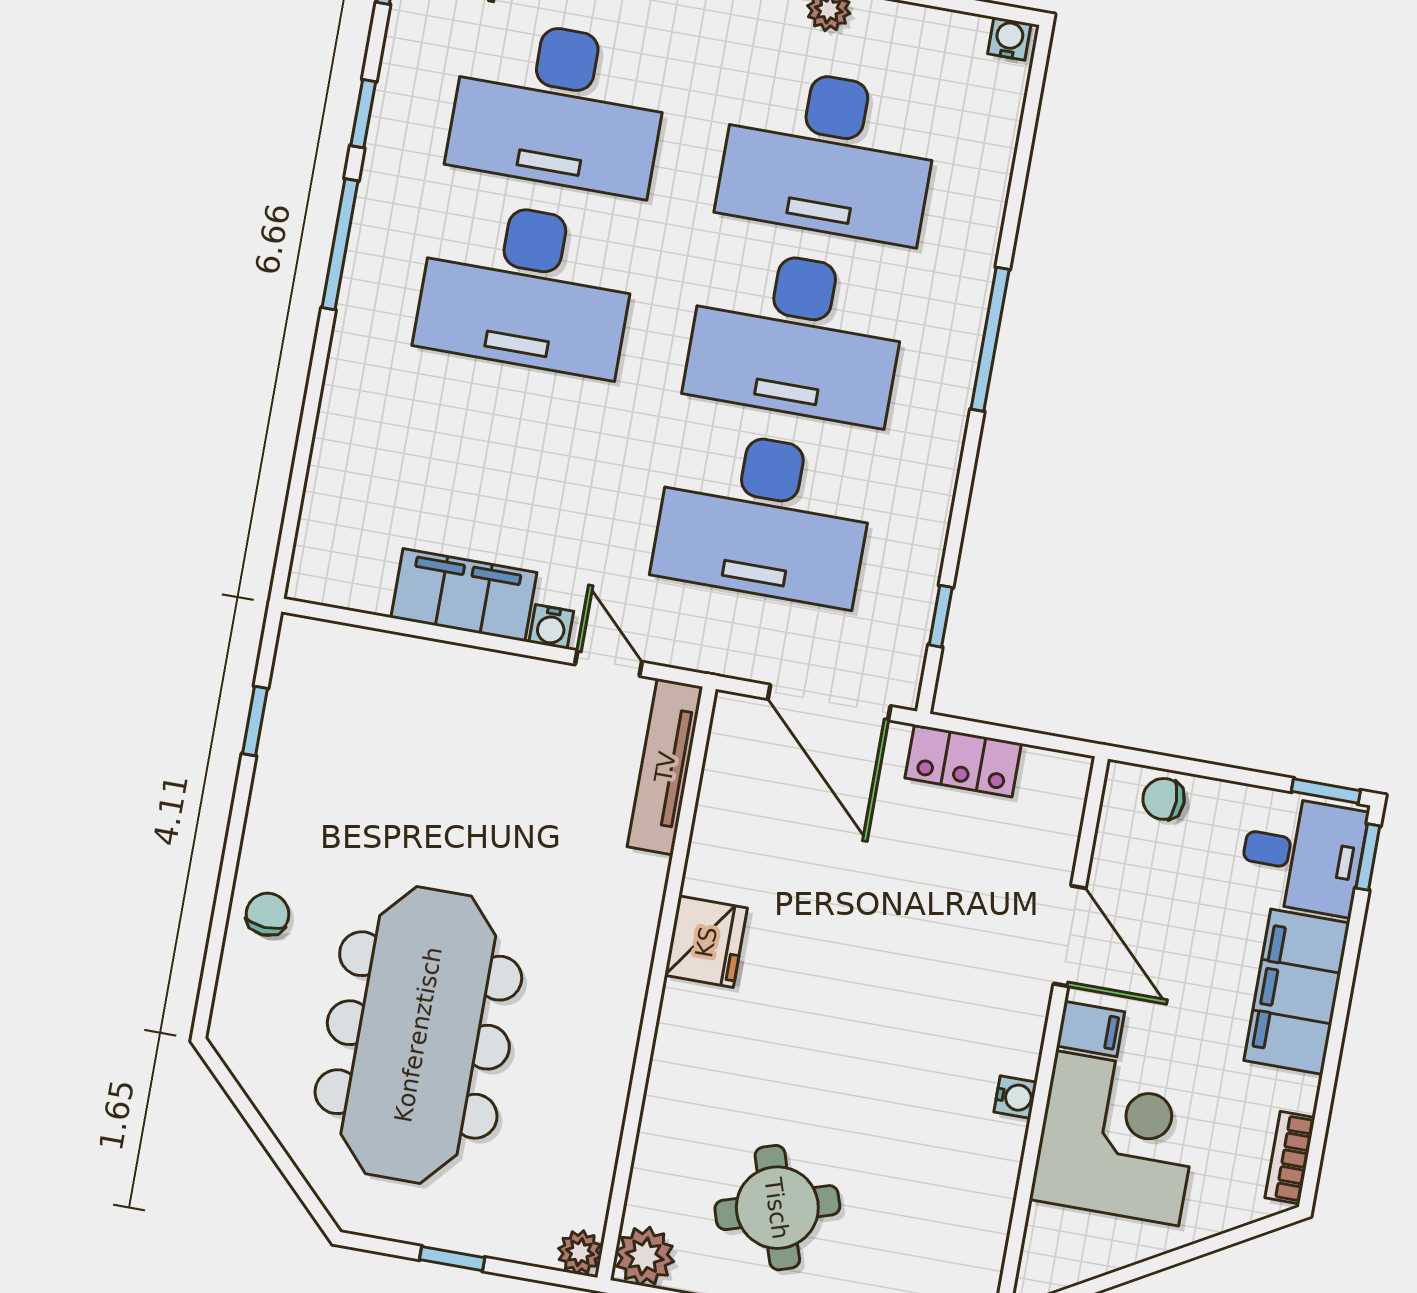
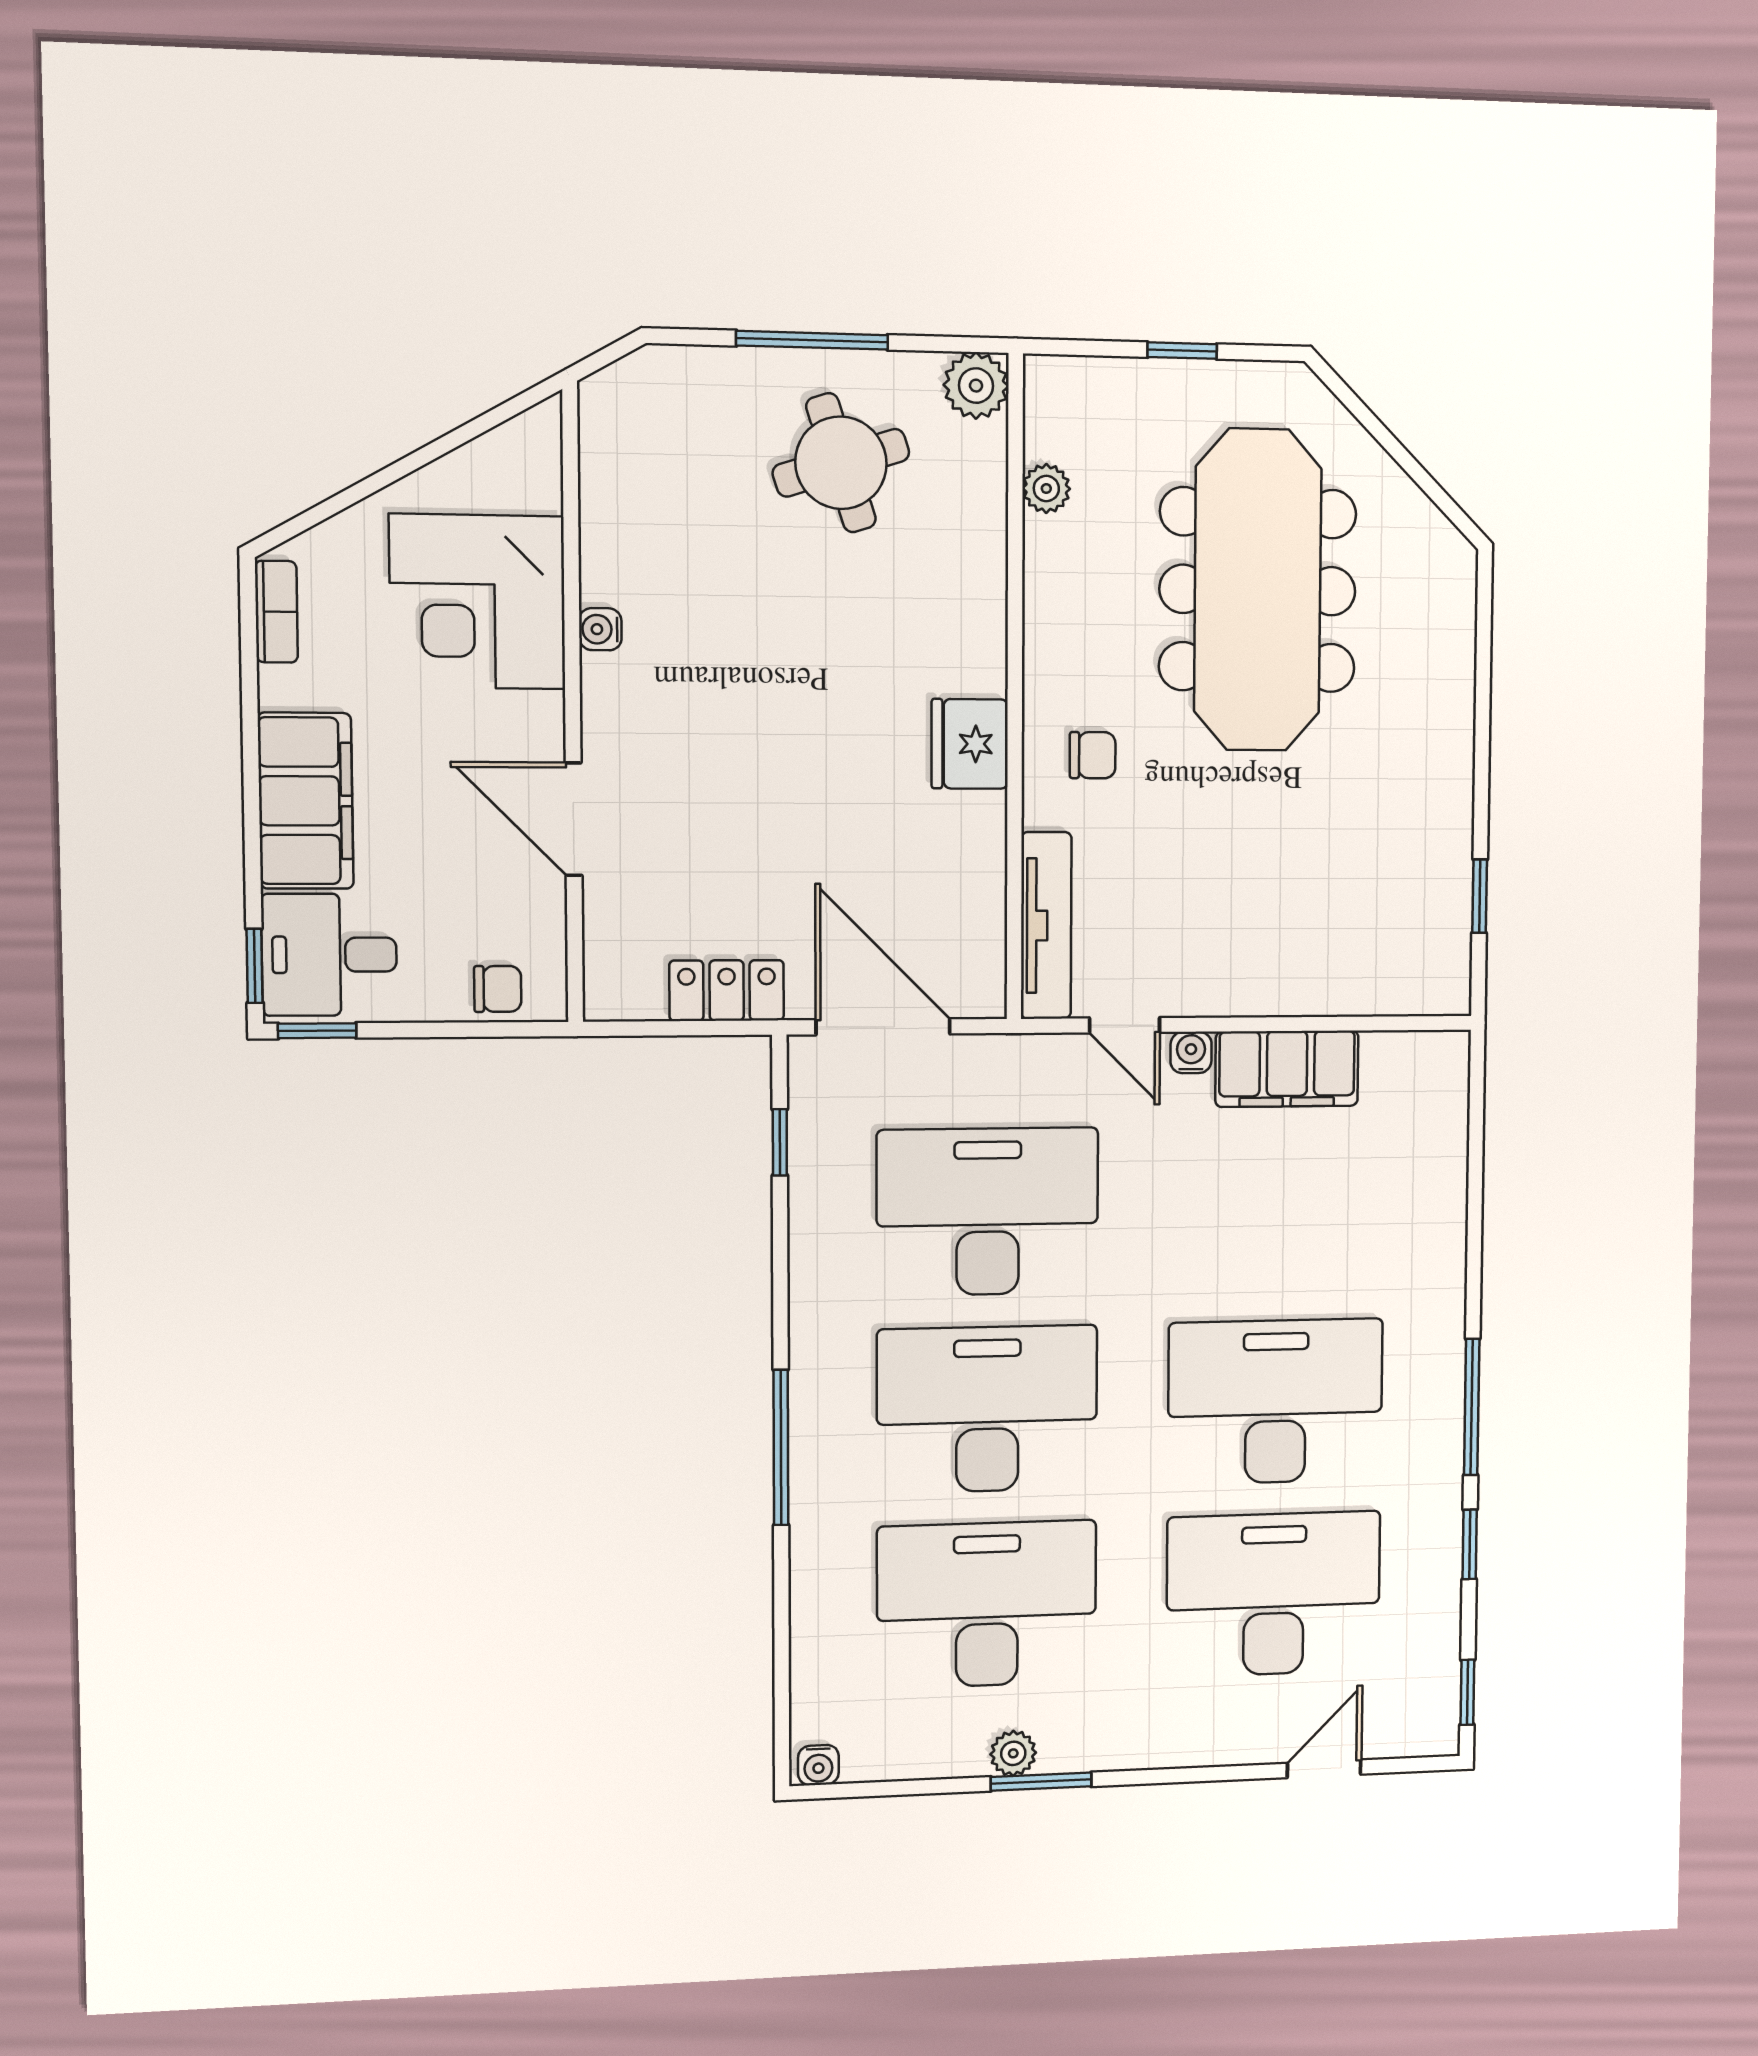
chair: (268, 914) -> (1093, 755), moved, turned -93
filing cabinet: (1091, 1029) -> (531, 720), removed
plant: (580, 1252) -> (1046, 489), moved

